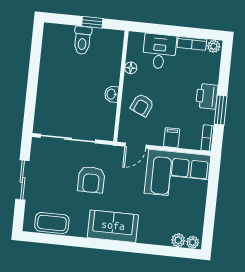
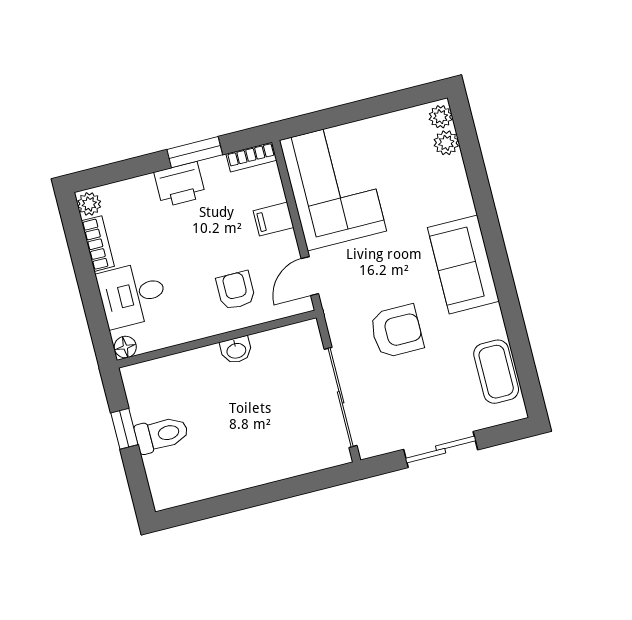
floor lamp: (131, 68) -> (125, 347), moved
armchair: (142, 105) -> (236, 290), turned -114
door: (136, 146) -> (310, 276), swing flipped

